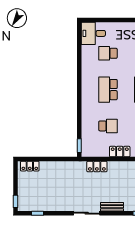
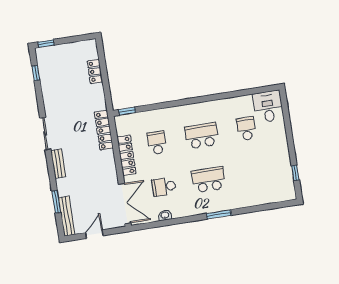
school desk: (108, 126) -> (157, 143), turned 180
locker: (120, 152) -> (127, 155), width x1.53
locker: (30, 166) -> (95, 71), moved
locker: (97, 166) -> (104, 130), width x1.53

